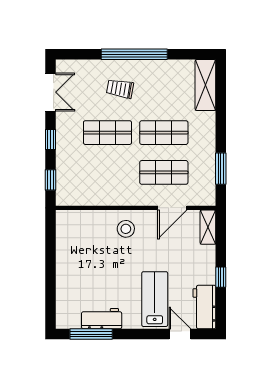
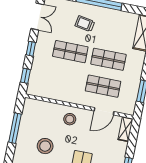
window: (50, 257) -> (15, 128), added
stool: (98, 274) -> (45, 146), added

